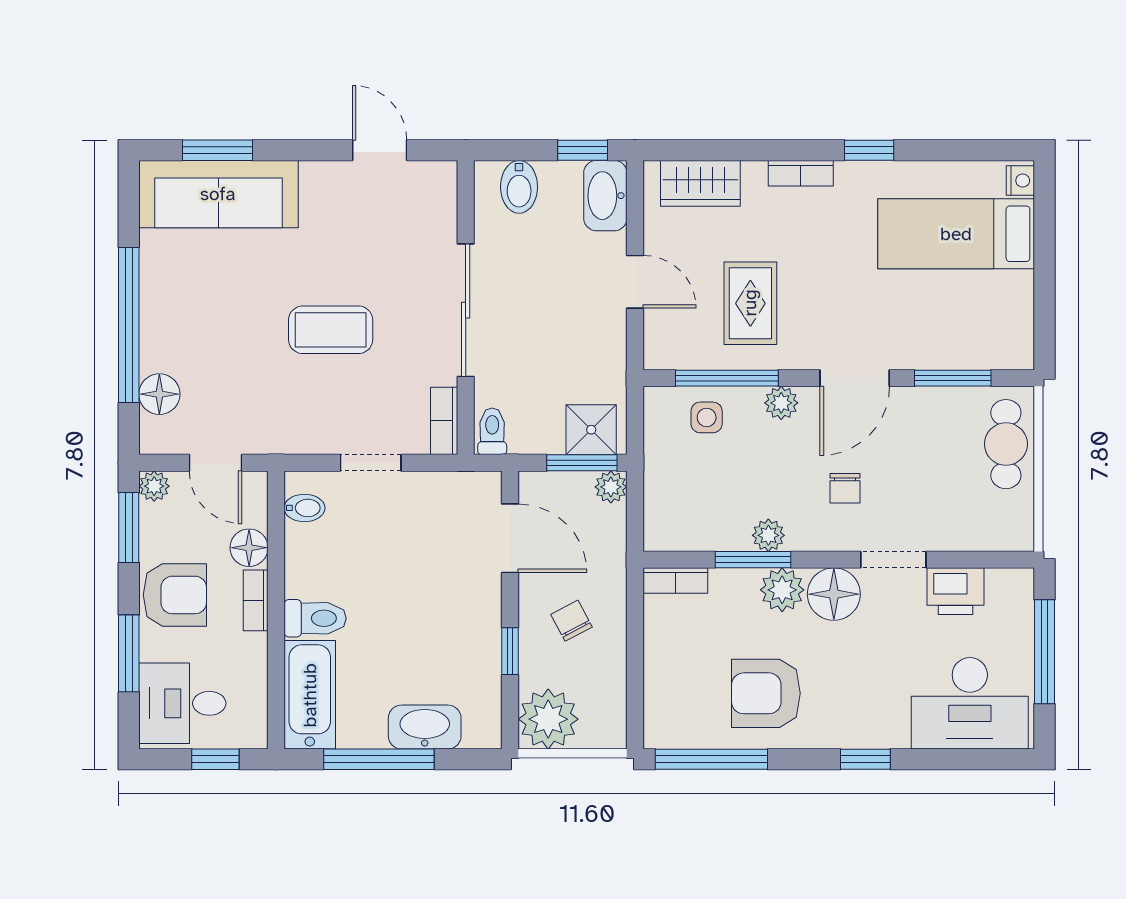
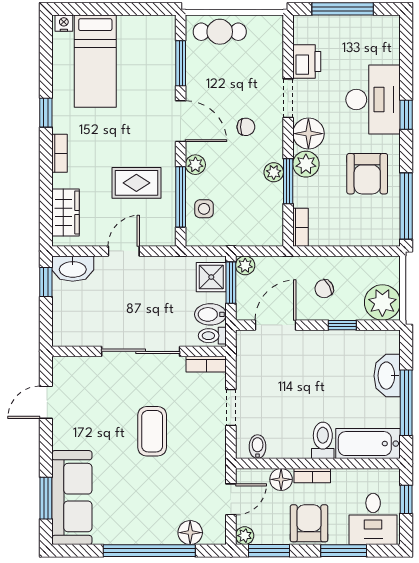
bidet: (519, 187) -> (210, 314), moved, turned 180
desk: (970, 703) -> (373, 100), moved

